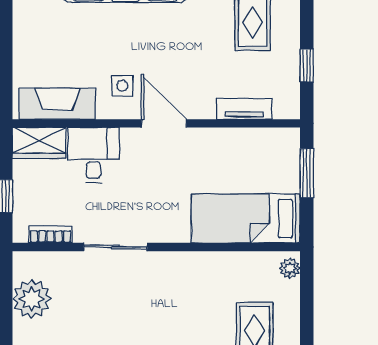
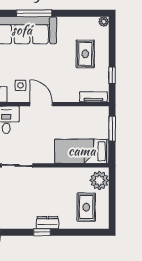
tv unit: (244, 109) -> (93, 97), moved
plant: (290, 268) -> (99, 180), width x1.88, depth x1.88

